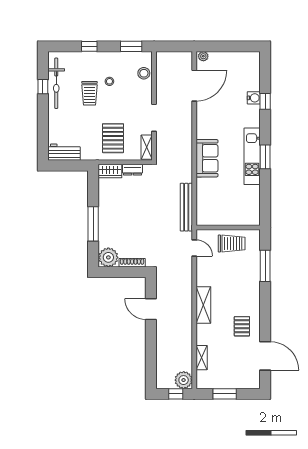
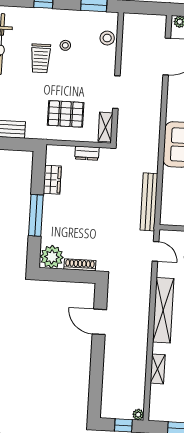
pallet: (113, 138) -> (66, 114), turned 90
wardrobe: (110, 171) -> (52, 180), moved, turned -90
shelving: (203, 305) -> (163, 310), width x1.47
shelving: (202, 358) -> (158, 369), moved
plant: (184, 380) -> (138, 415), width x0.53, depth x0.53

